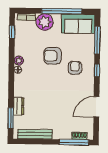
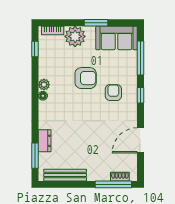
window: (62, 11) -> (96, 23), width x0.47
armchair: (53, 56) -> (86, 78), turned 180

